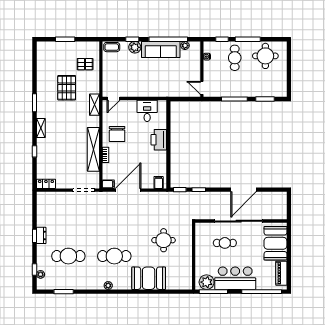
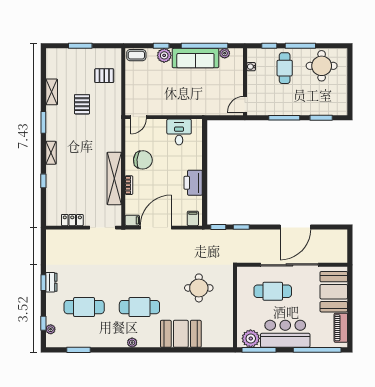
pallet: (67, 88) -> (82, 104), width x0.67, depth x0.71
door: (202, 88) -> (245, 104), hinge flipped
shelving: (95, 105) -> (52, 92), moved
chair: (117, 134) -> (143, 160), turned -84
printer: (159, 140) -> (193, 183), moved
locker: (46, 184) -> (72, 220), moved
cafe table: (225, 243) -> (273, 291), width x1.37, depth x1.35

